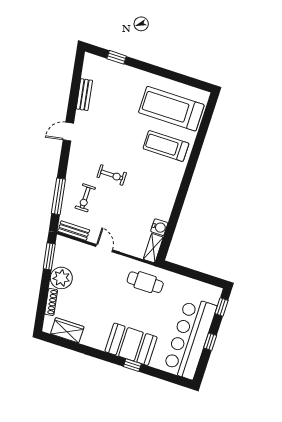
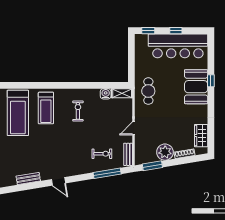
exercise bike: (112, 175) -> (78, 111), moved

